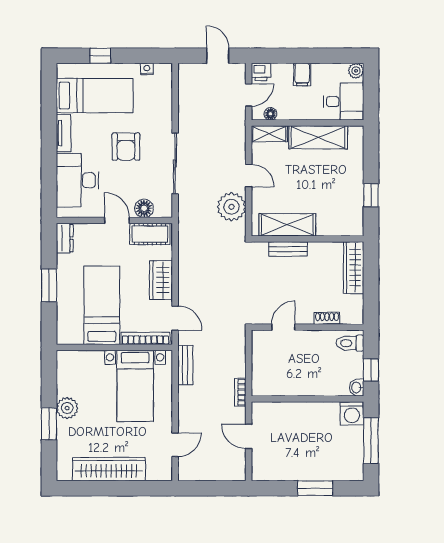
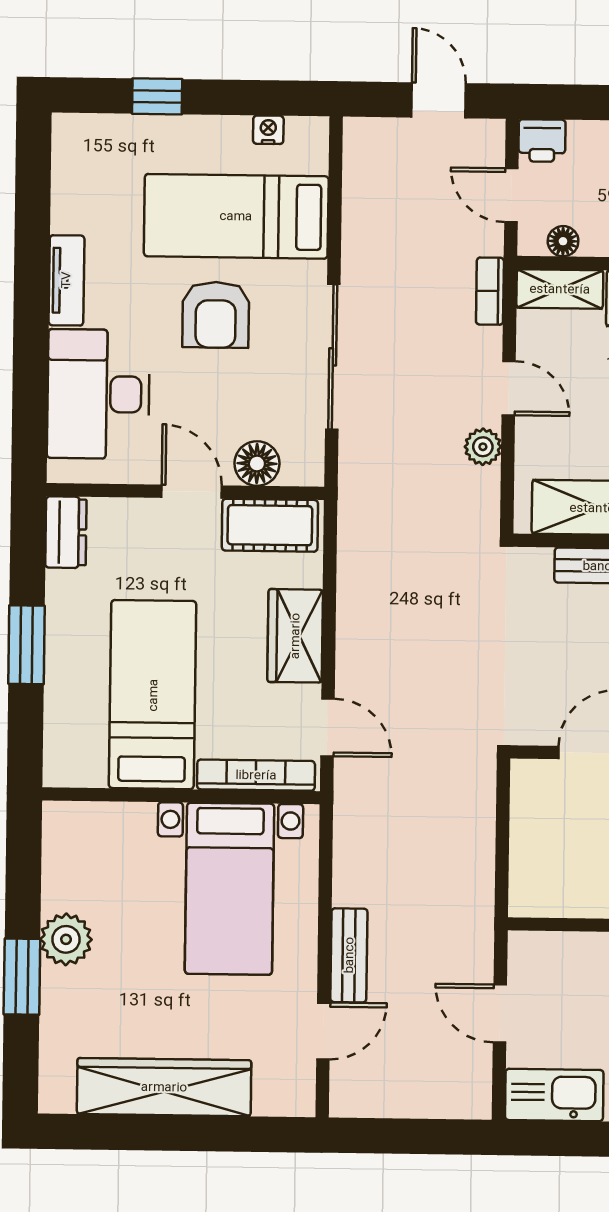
door: (249, 95) -> (511, 195), swing flipped
bed: (95, 96) -> (236, 216), moved, turned 180
plant: (232, 207) -> (483, 447), width x0.53, depth x0.53
bench: (185, 365) -> (349, 955), moved
bookcase: (240, 392) -> (490, 291), moved
kitchen sink: (272, 470) -> (554, 1095), added

